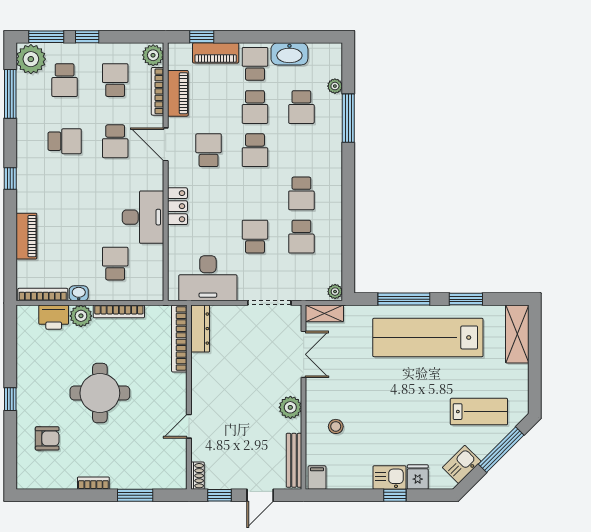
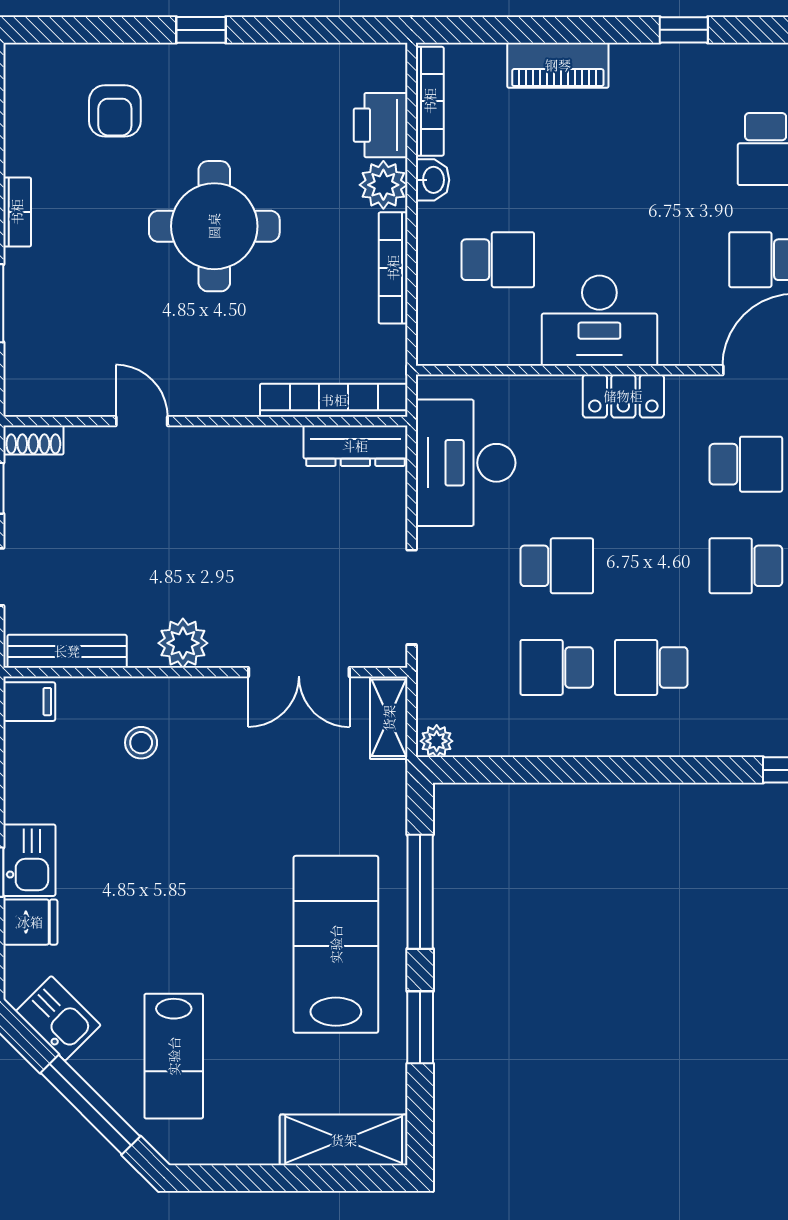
lab bench: (428, 337) -> (336, 944), width x0.73

